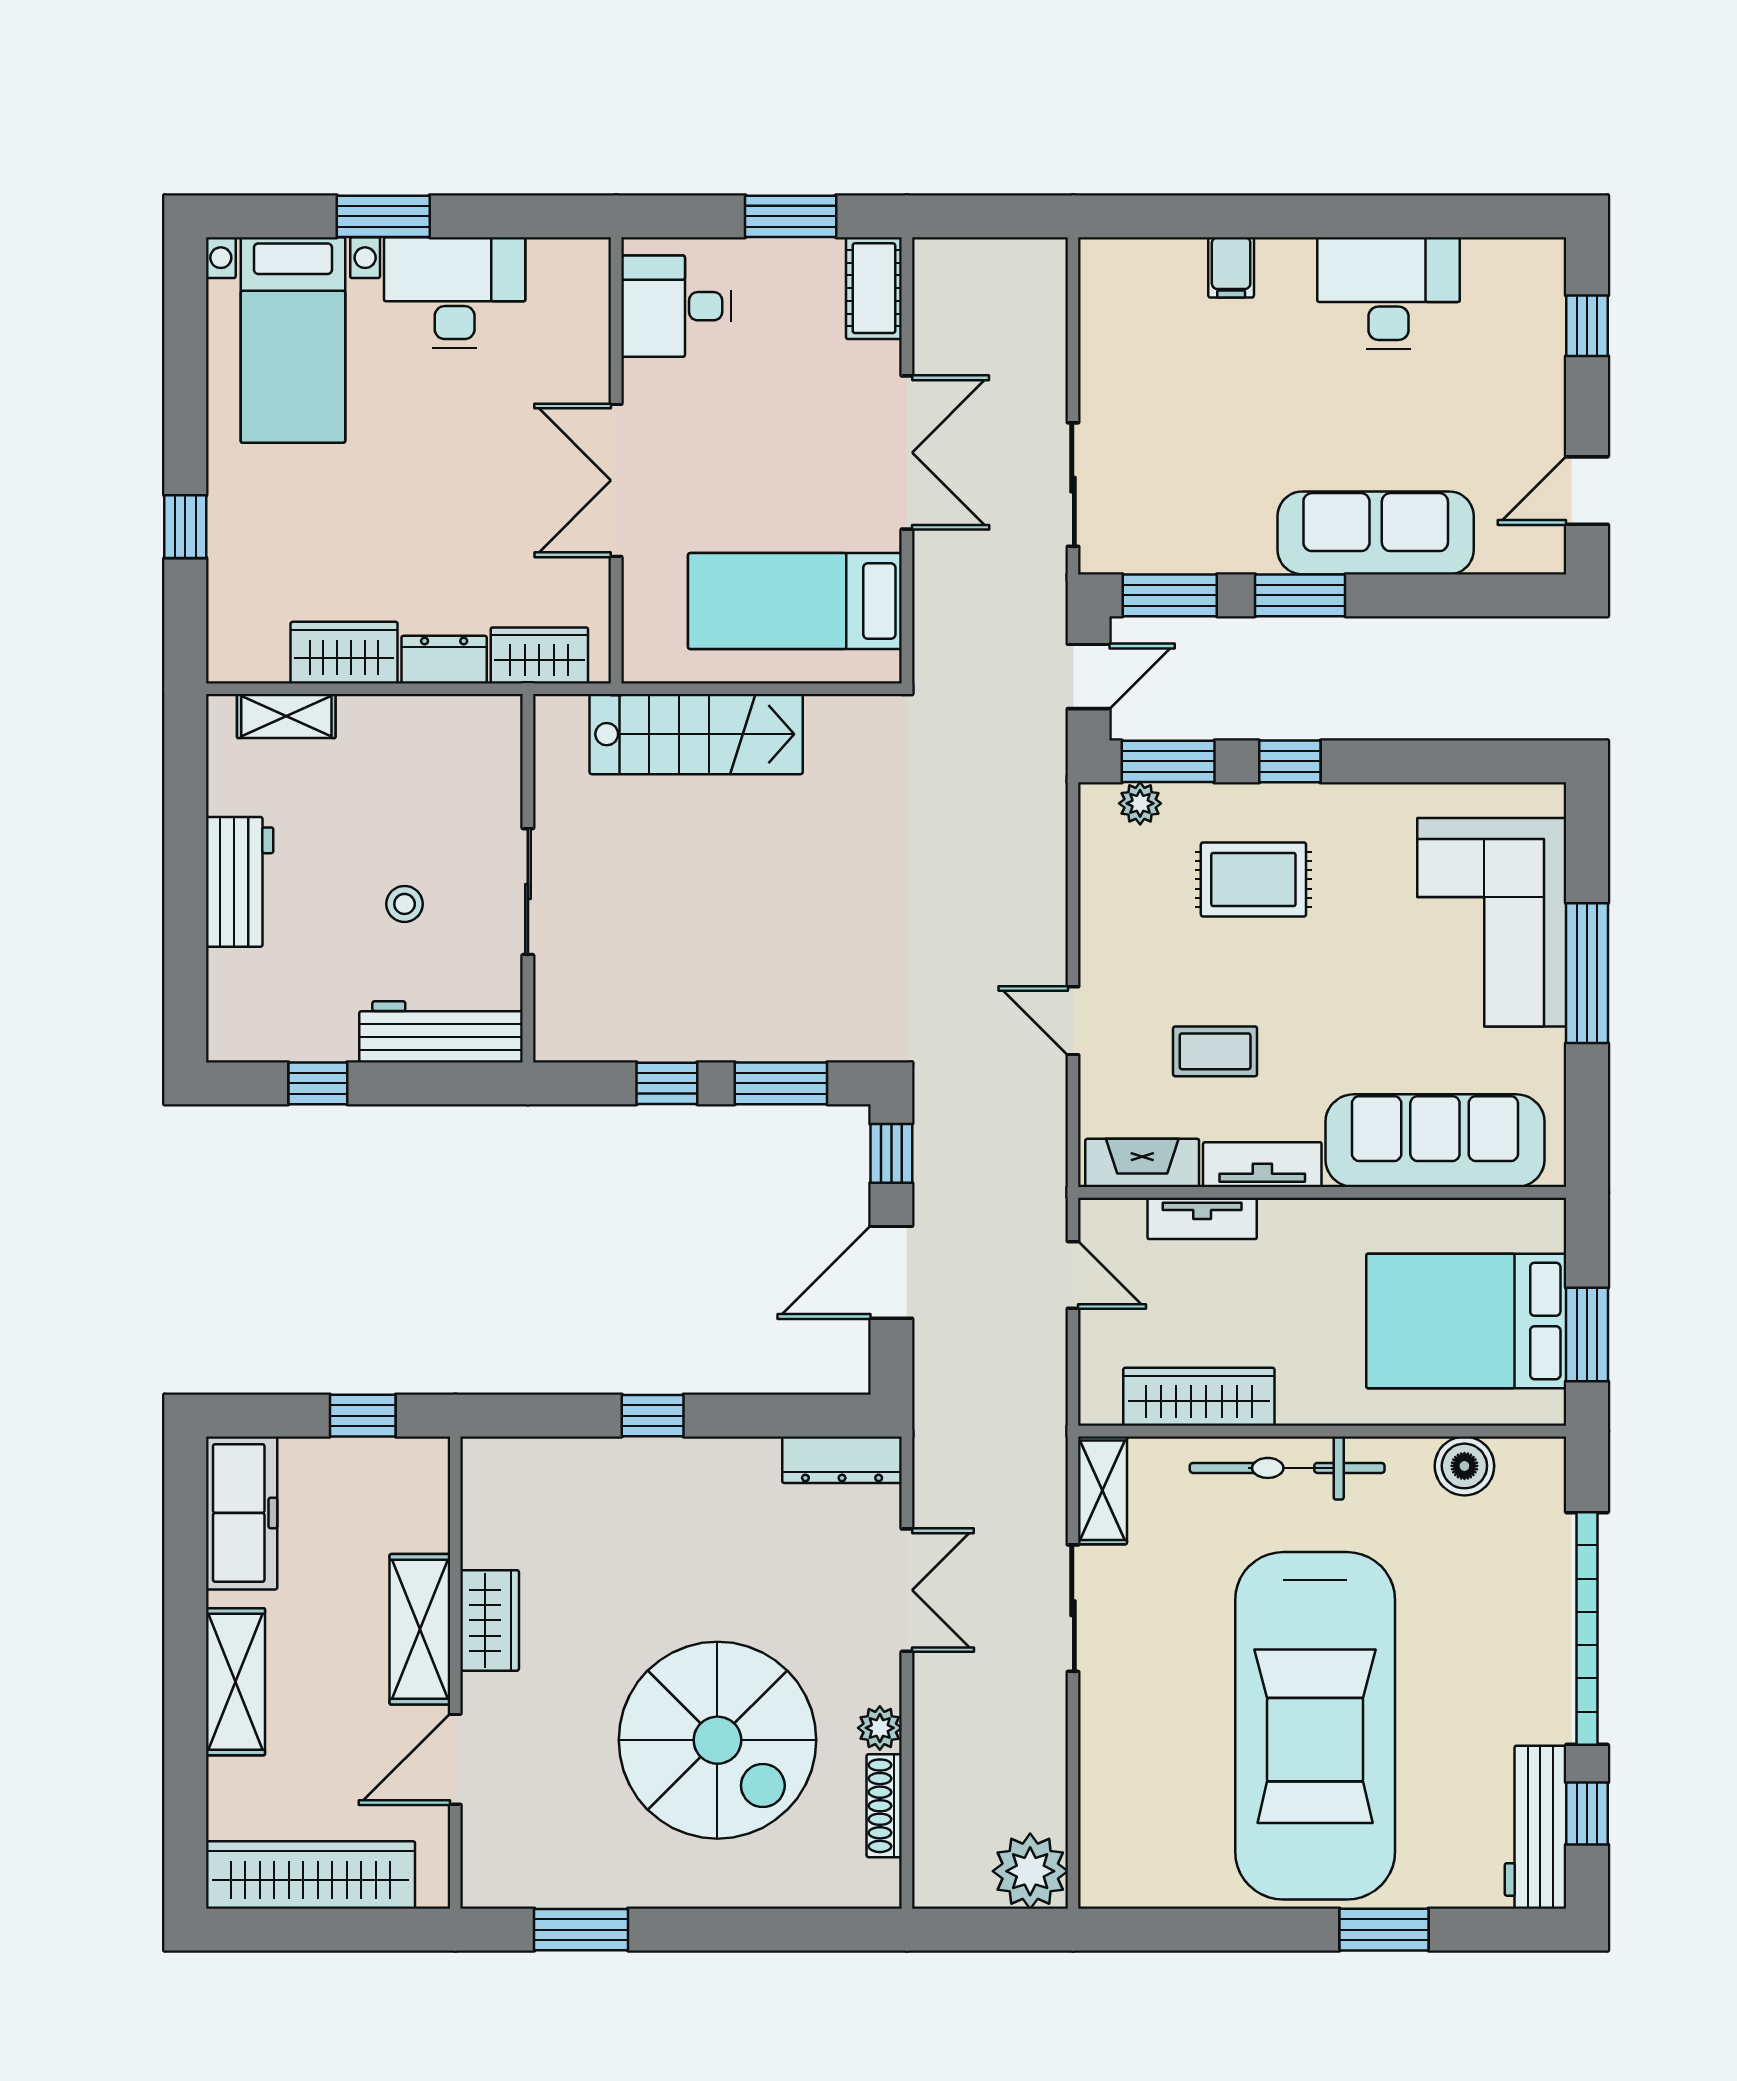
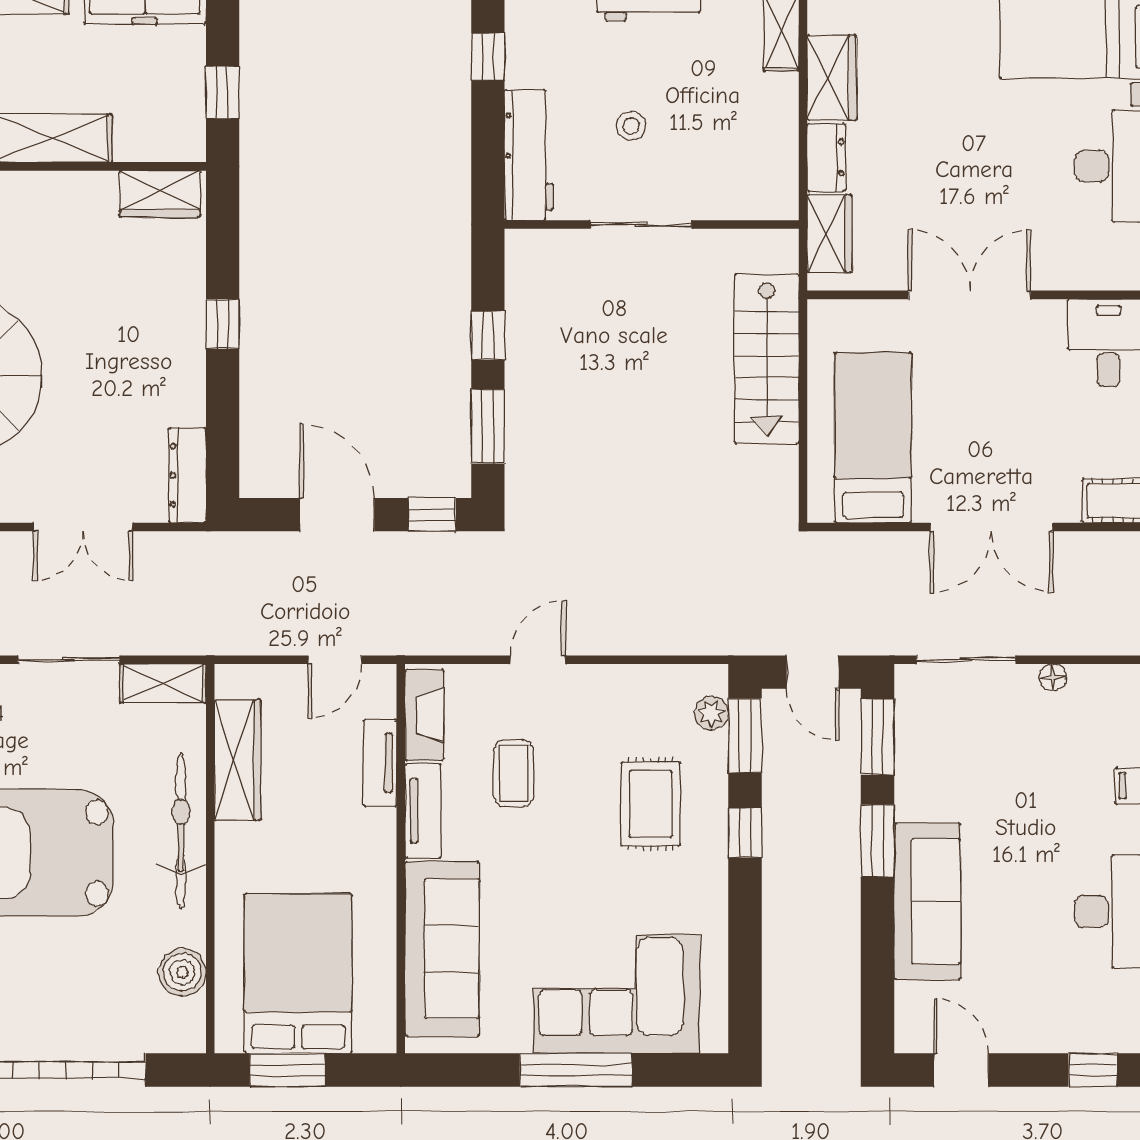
floor lamp: (1095, 376) -> (1053, 677), added
wardrobe: (490, 1620) -> (160, 194), moved

